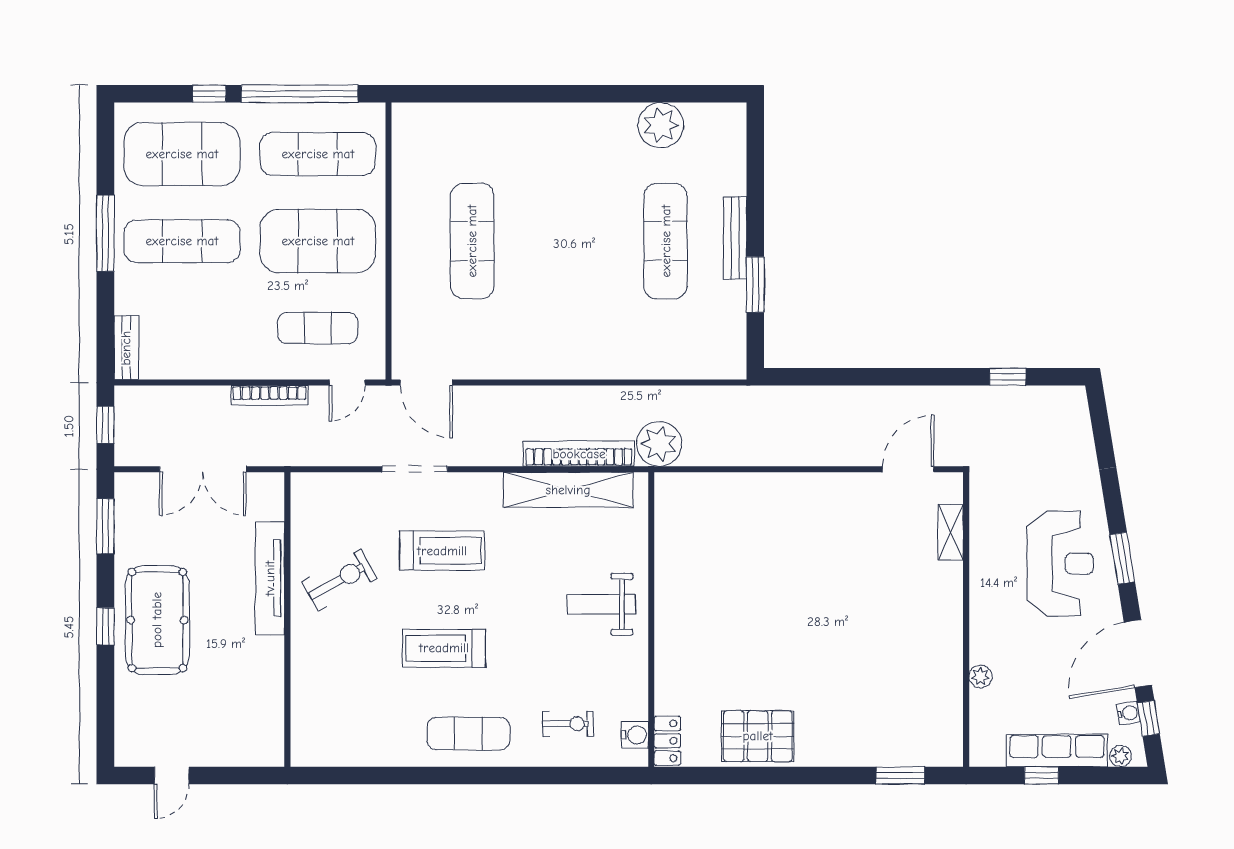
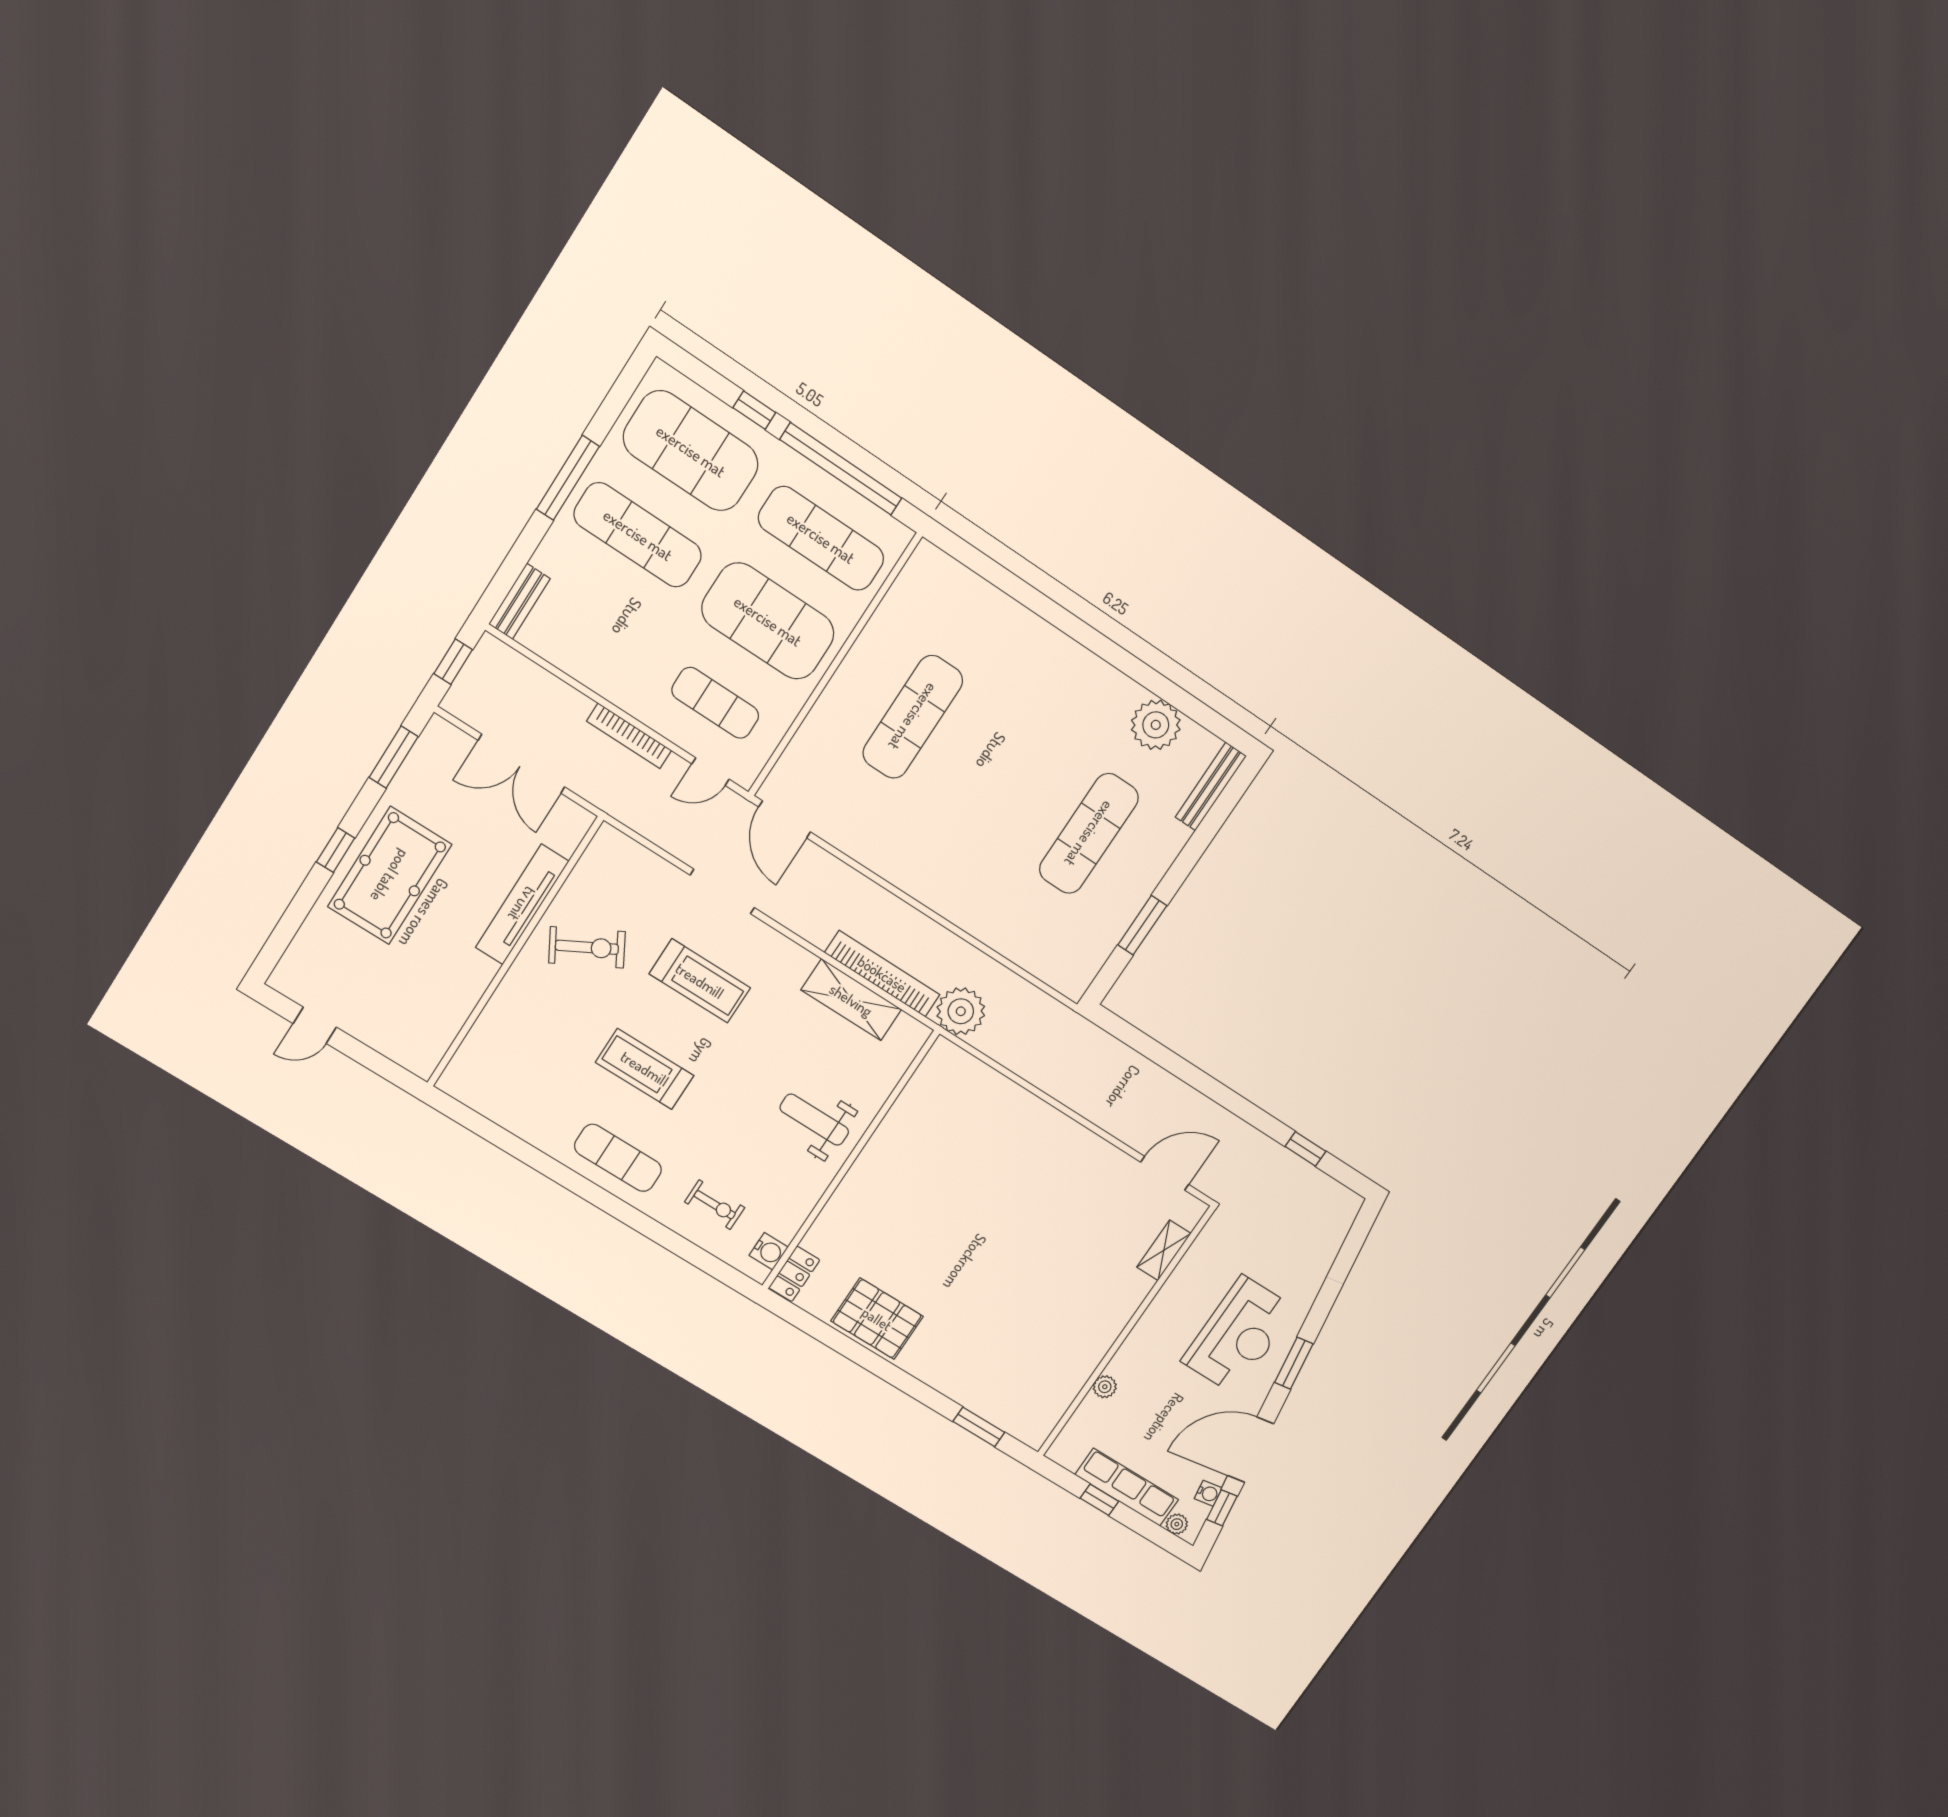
bench: (735, 238) -> (1211, 787), moved
shelving: (568, 490) -> (851, 1000), width x0.68

